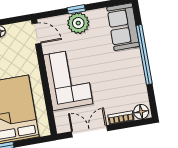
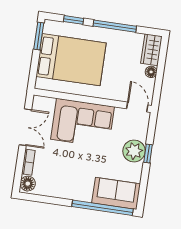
door: (36, 34) -> (137, 107), swing flipped
window: (144, 55) -> (102, 208), moved

